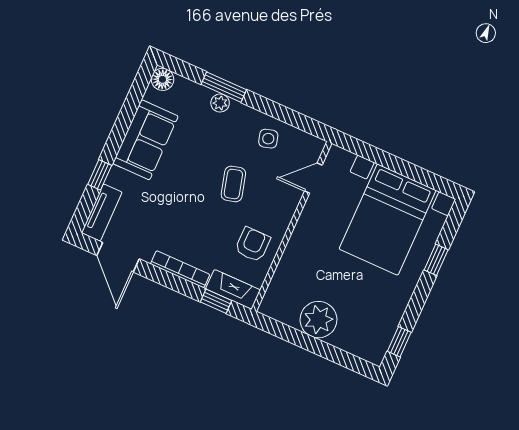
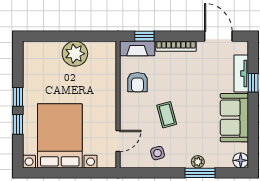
tv unit: (102, 213) -> (241, 74), moved
window: (399, 342) -> (18, 97), moved

